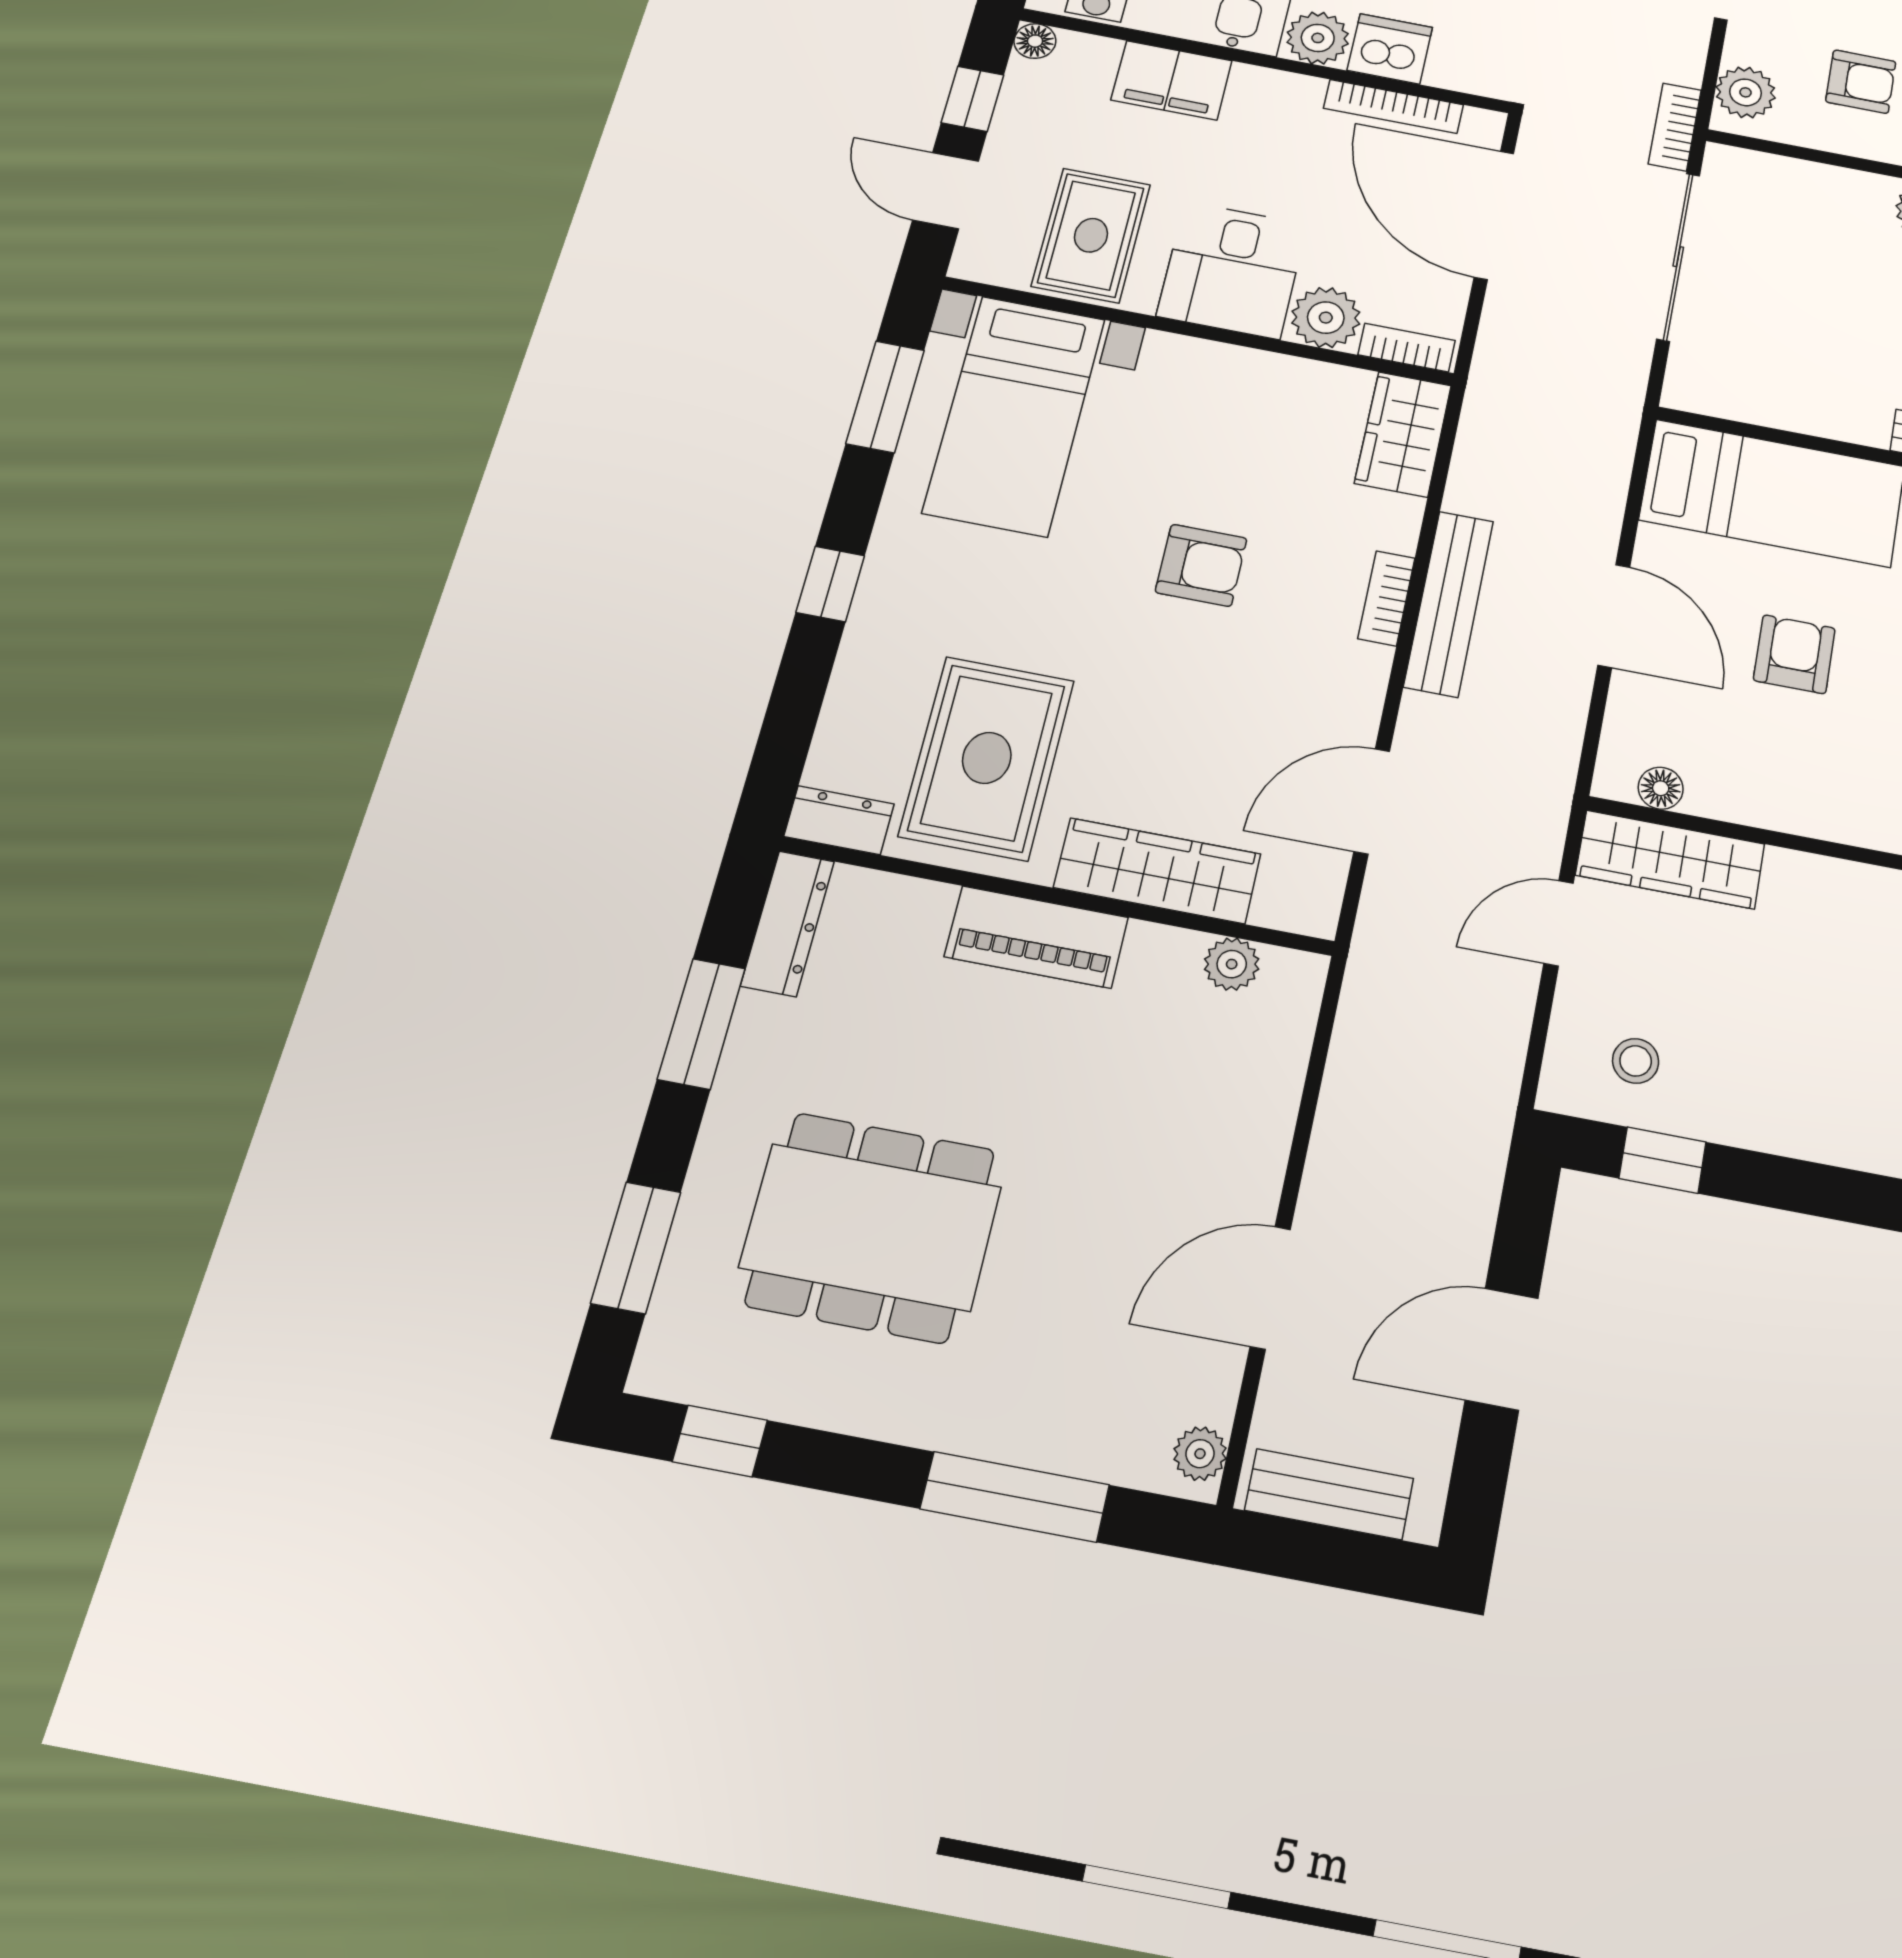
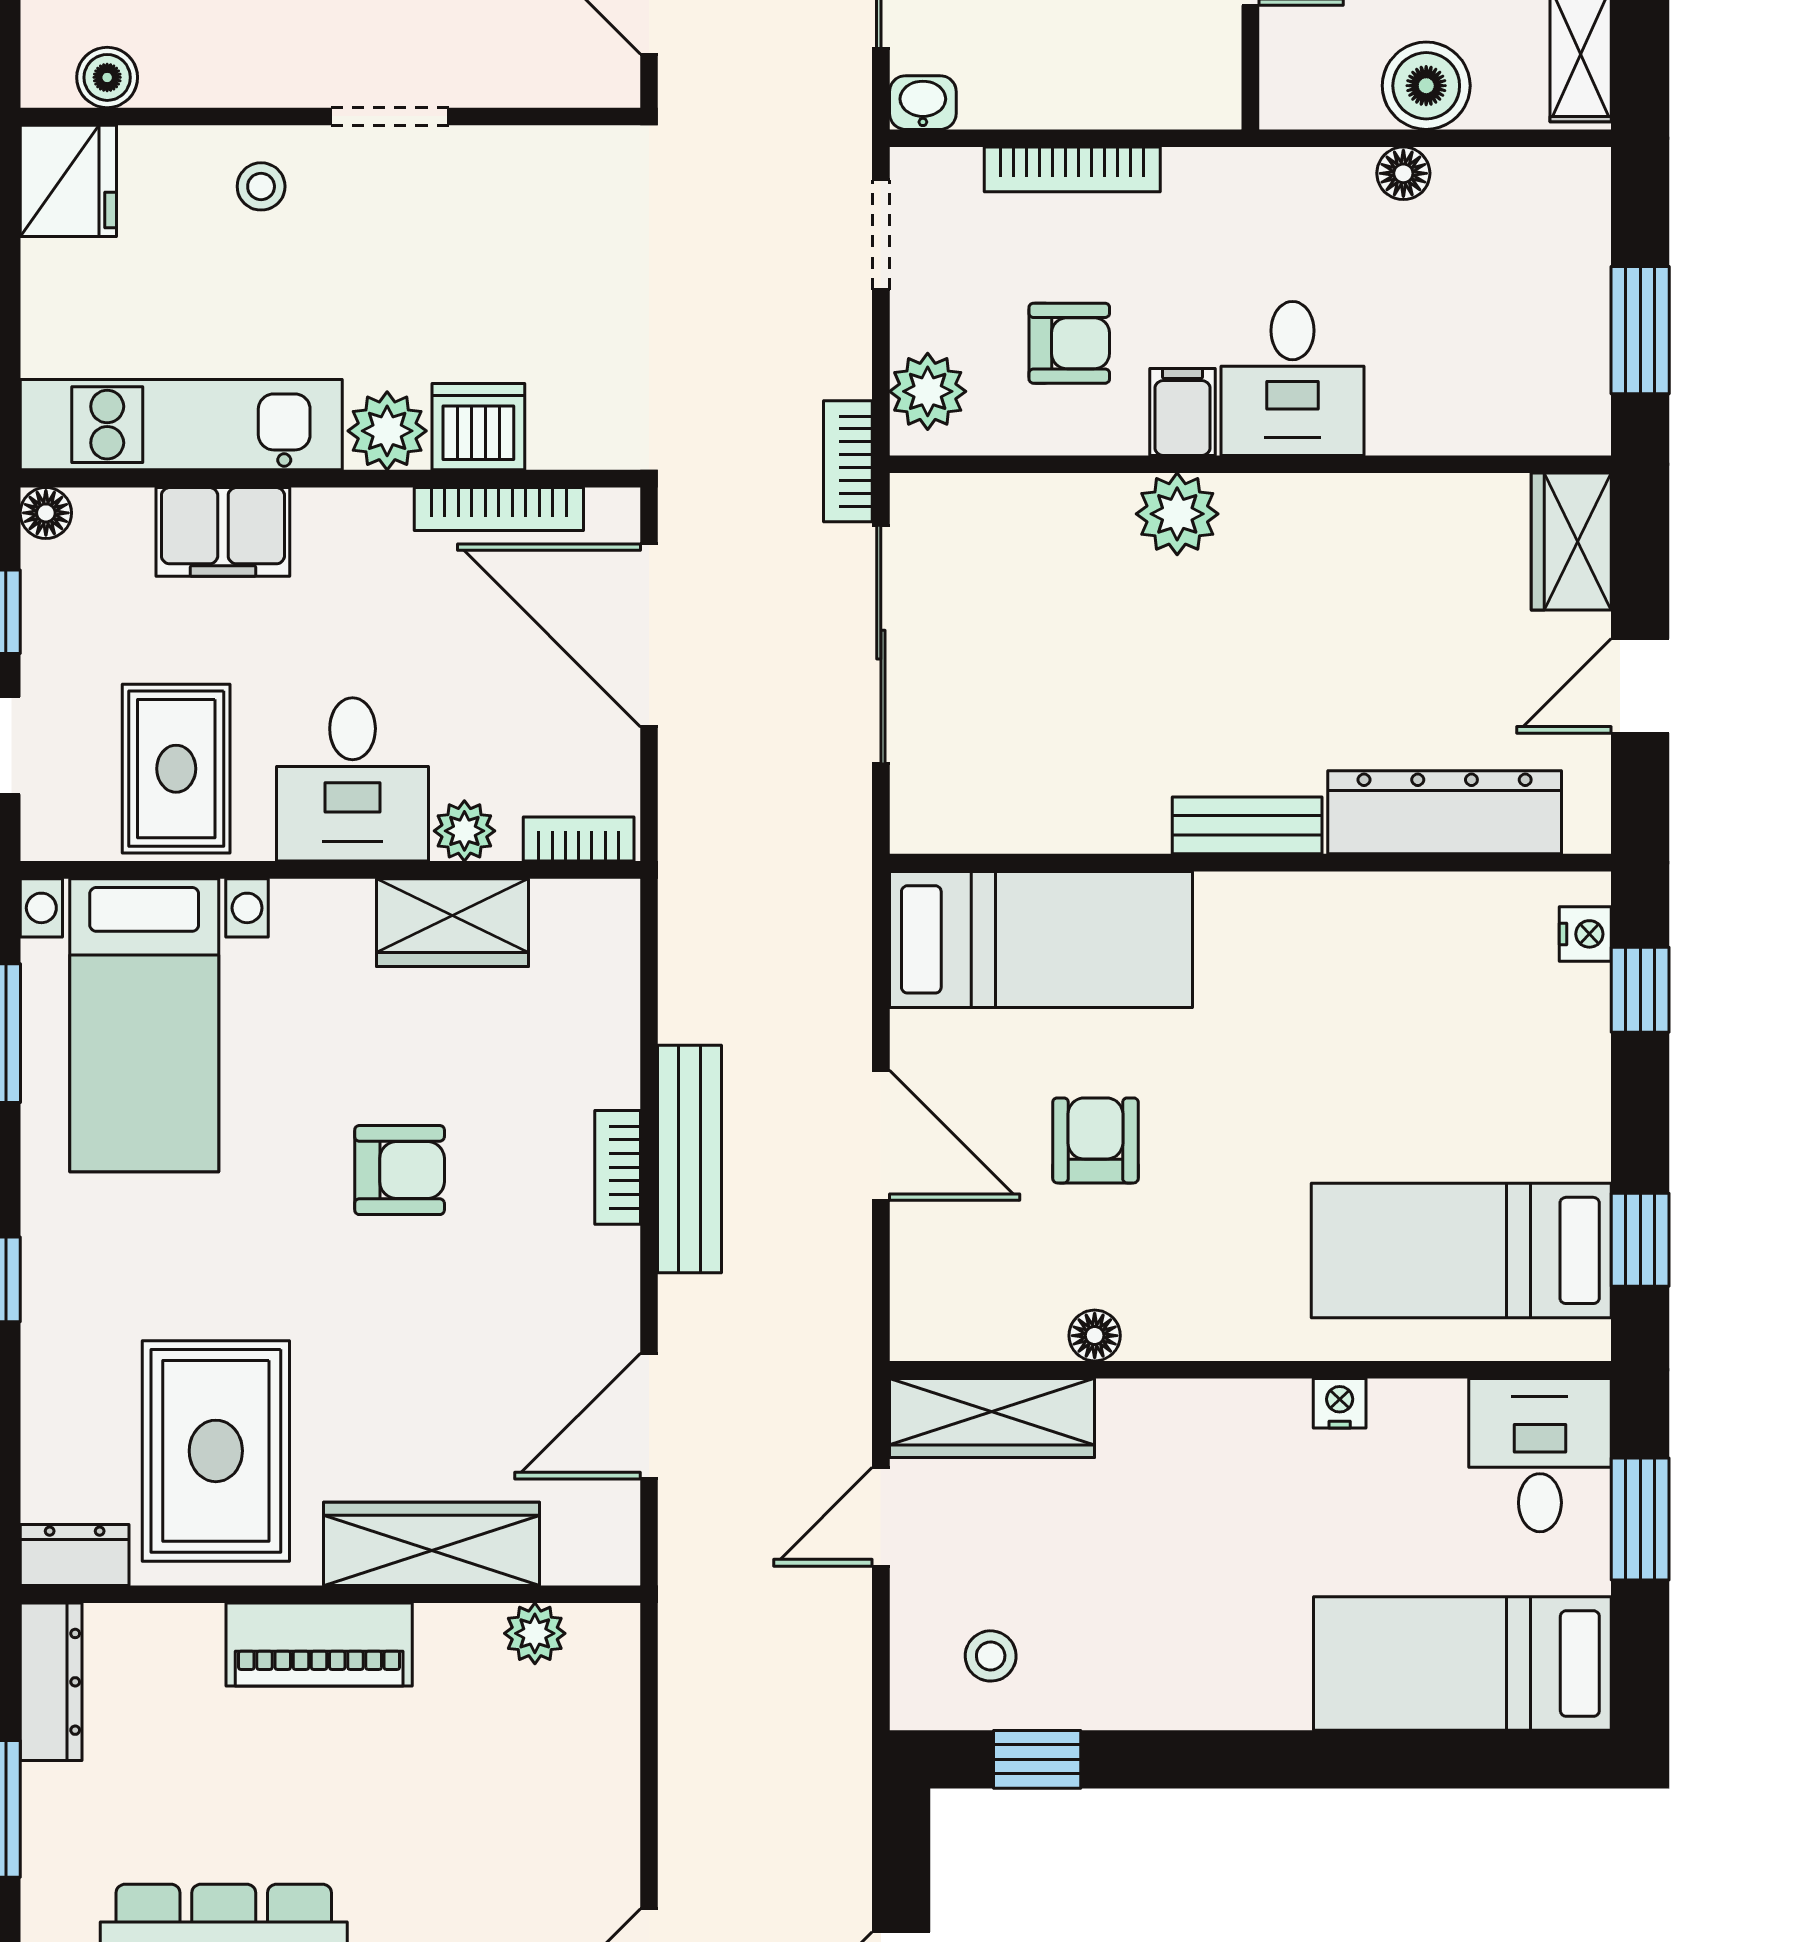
plant: (1326, 318) -> (464, 831), width x0.73, depth x0.73
wardrobe: (1403, 434) -> (452, 923), moved, turned -90
floor lamp: (1661, 788) -> (1095, 1336), moved

